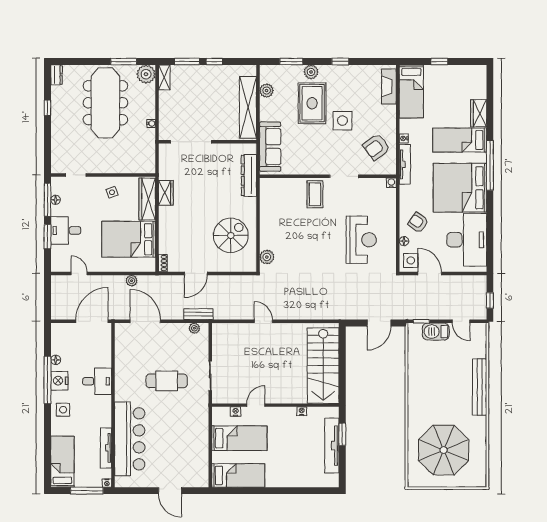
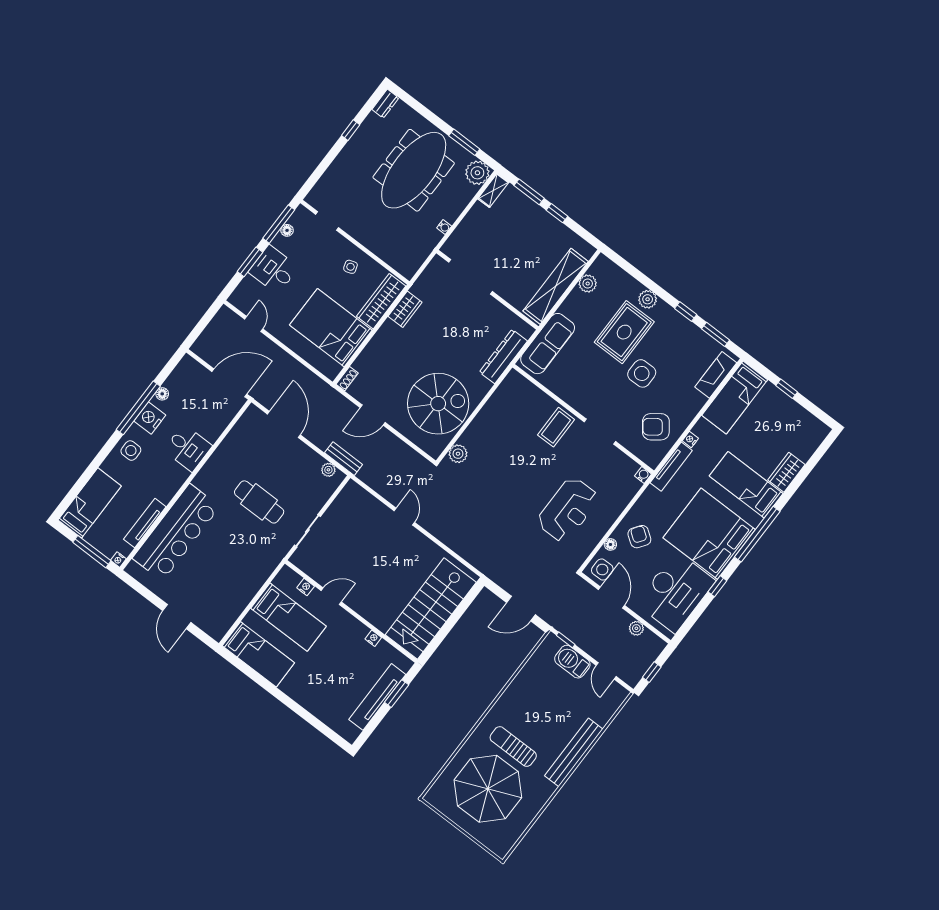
window: (291, 62) -> (716, 334), moved
window: (490, 216) -> (717, 586), added
spiral stairs: (231, 235) -> (438, 404), width x1.37, depth x1.37
plant: (132, 281) -> (636, 628), moved
sun lounger: (439, 412) -> (513, 747), added

